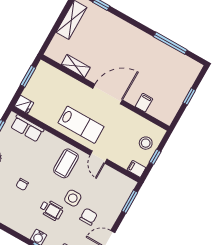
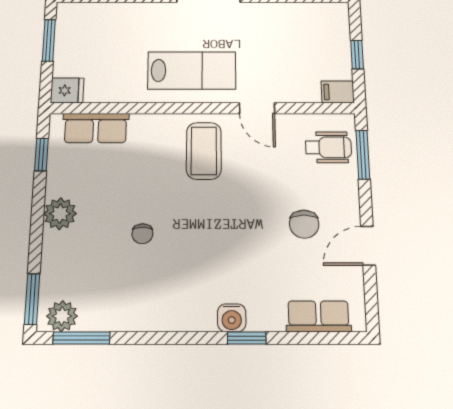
stool: (146, 143) -> (326, 41), removed
side table: (73, 198) -> (254, 206), removed
wheelchair: (51, 210) -> (328, 147), moved
chair: (88, 217) -> (304, 224), turned 180

